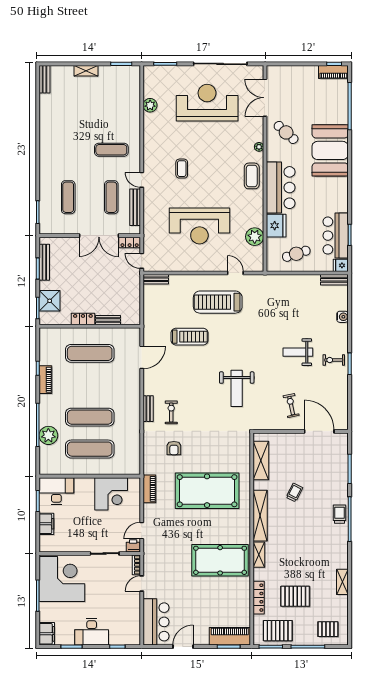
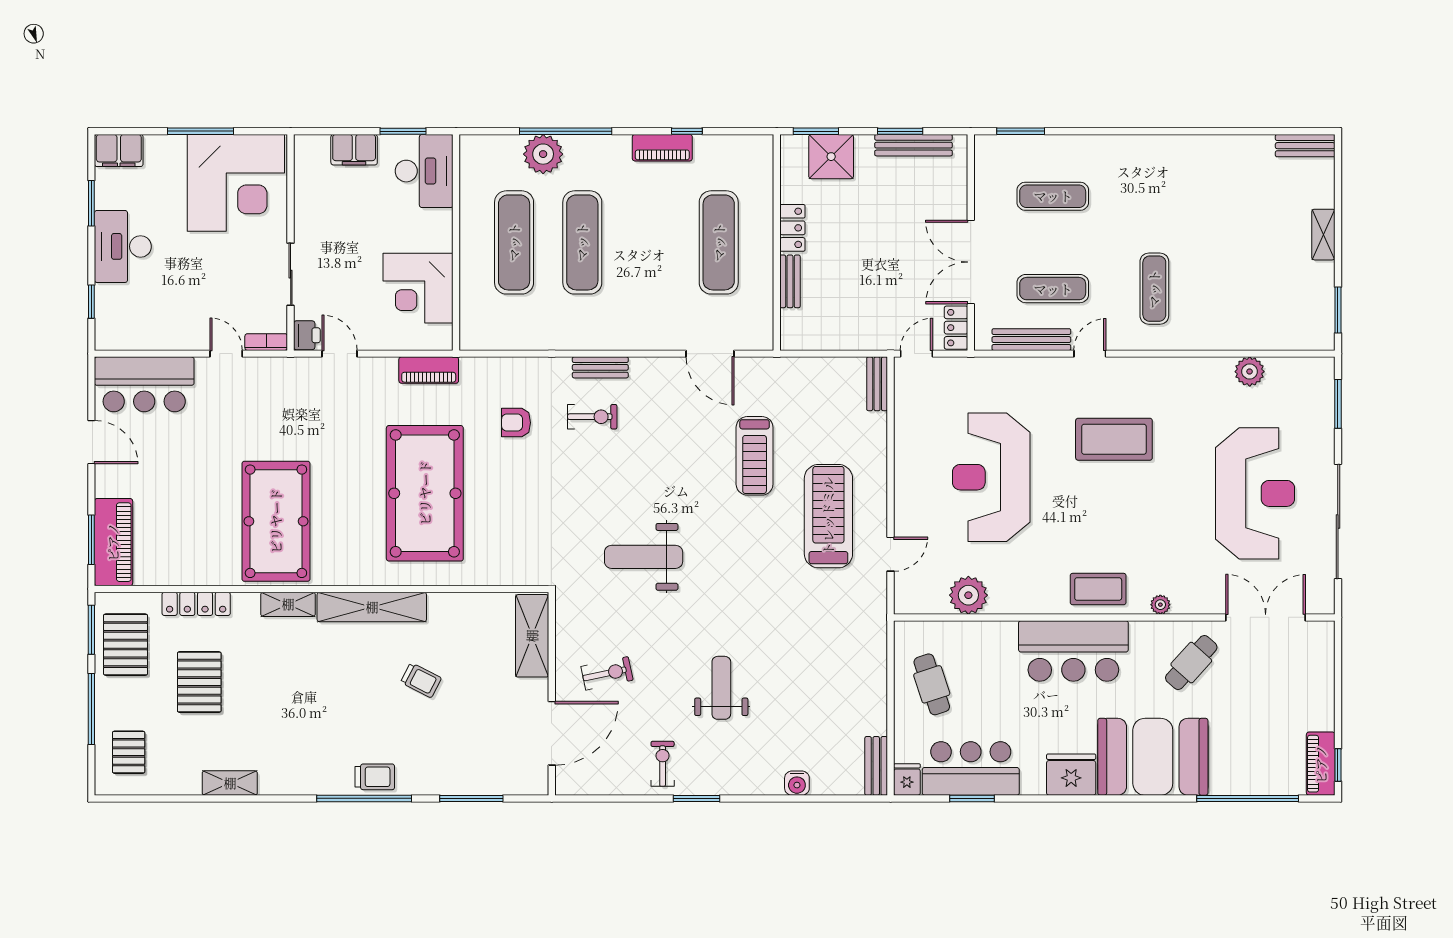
coffee table: (182, 169) -> (1114, 439), width x1.86, depth x1.72
fridge: (276, 226) -> (1071, 775), moved, turned 180
exercise bike: (334, 360) -> (663, 764), moved
shelving: (261, 461) -> (532, 636), moved, turned 90

